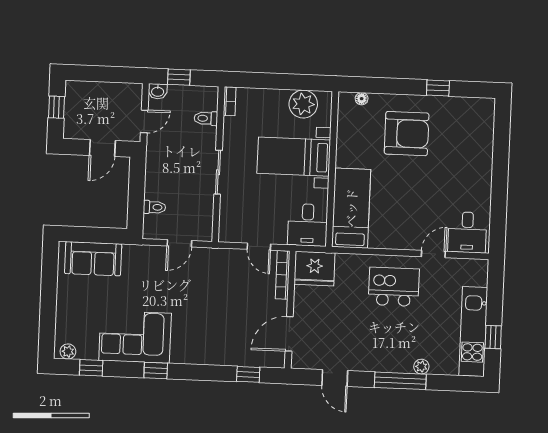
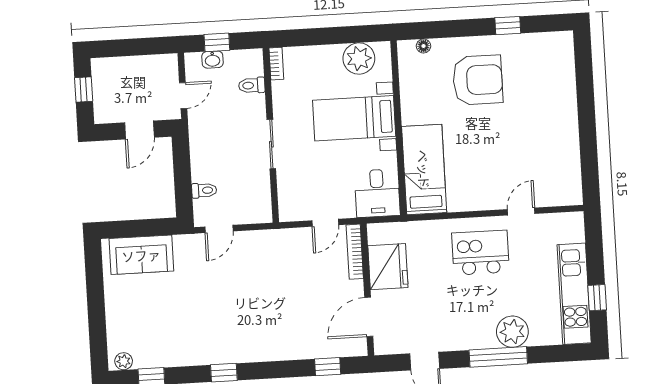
washbasin: (158, 91) -> (212, 60), moved
desk: (467, 232) -> (556, 184), removed
door: (179, 243) -> (219, 229), moved
door: (259, 247) -> (325, 223), hinge flipped
fridge: (315, 269) -> (388, 267), moved, turned -90
corner sofa: (135, 337) -> (197, 337), removed
plant: (421, 367) -> (512, 332), width x1.88, depth x1.88

